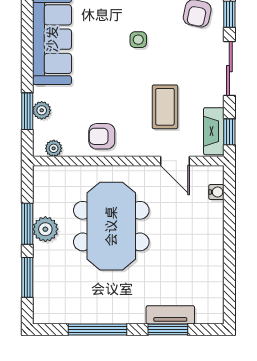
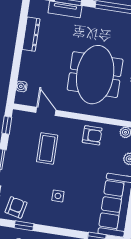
fireplace: (214, 131) -> (17, 127), removed
dresser: (214, 271) -> (31, 34), added

